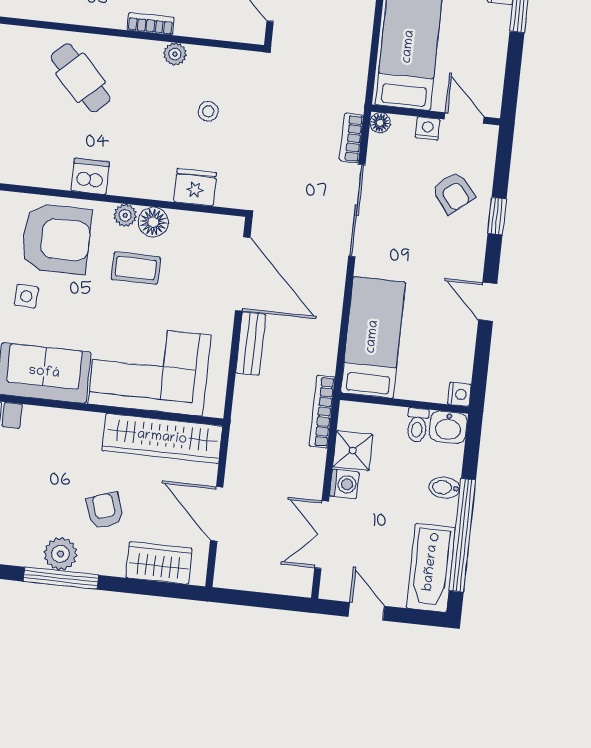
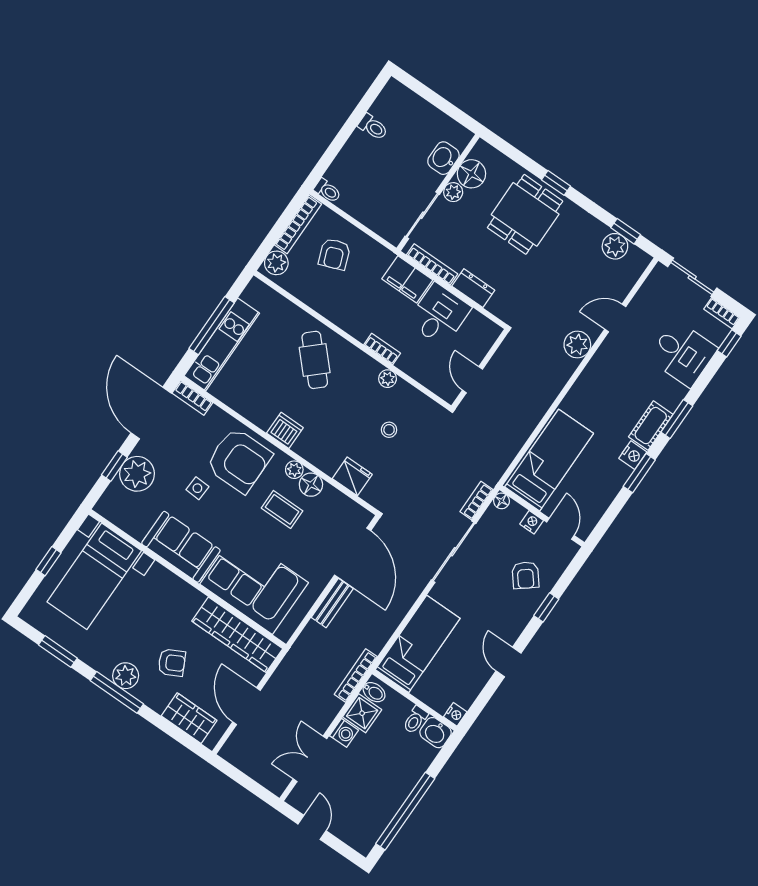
bidet: (444, 488) -> (374, 692), moved, turned 180
armchair: (105, 511) -> (172, 663), turned 82
bathtub: (431, 568) -> (372, 822), removed

